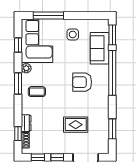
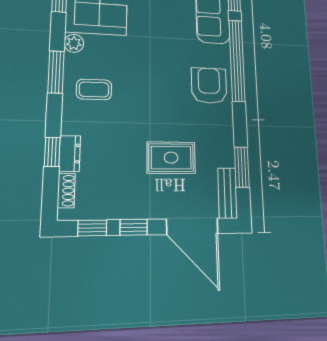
armchair: (82, 82) -> (209, 86), moved, turned 90
window: (18, 134) -> (52, 152), moved
bench: (104, 142) -> (228, 193), added

